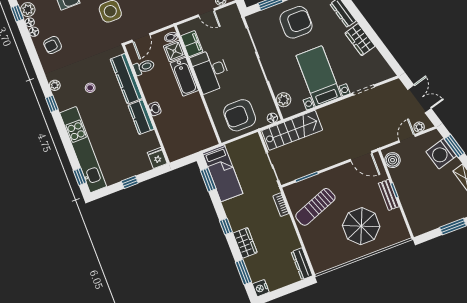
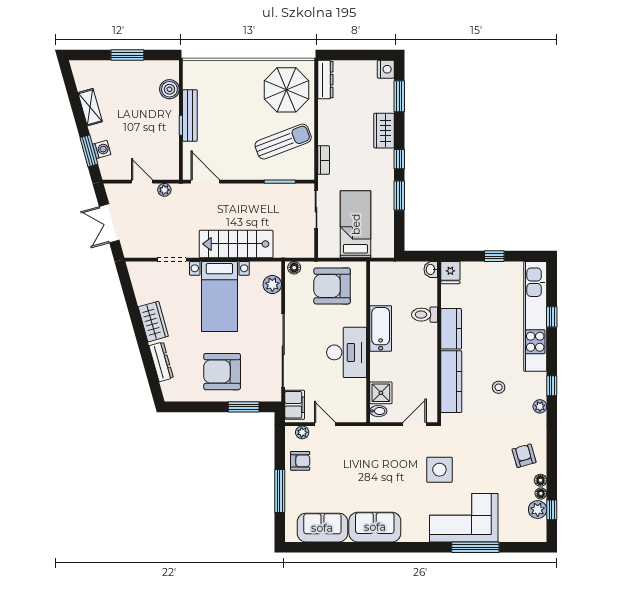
filing cabinet: (192, 44) -> (295, 405), moved, turned 180
armchair: (53, 45) -> (524, 456), turned -100
toilet: (144, 67) -> (425, 315), moved
bathtub: (184, 77) -> (381, 328), moved
washbasin: (155, 109) -> (431, 269), moved
armchair: (240, 115) -> (332, 286), turned 180
plant: (419, 127) -> (164, 190), moved
stairs: (292, 130) -> (236, 244), moved
door: (407, 138) -> (142, 182), swing flipped
washing machine: (441, 154) -> (102, 149), width x0.53, depth x0.53
boiler: (392, 160) -> (169, 89), moved
bed: (223, 173) -> (356, 224), moved
window: (80, 177) -> (552, 317), moved
window: (208, 180) -> (399, 196), moved
bench: (389, 195) -> (190, 115), width x1.36
parasol: (361, 226) -> (287, 90), moved

